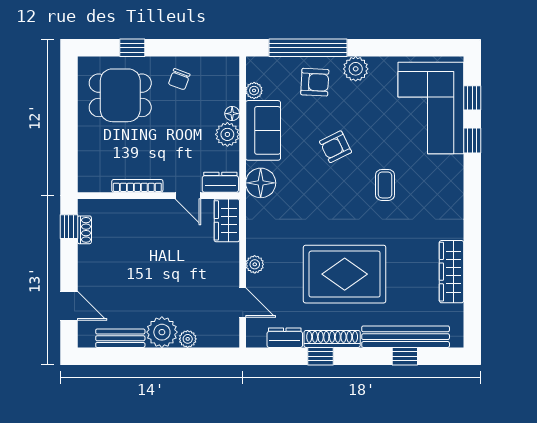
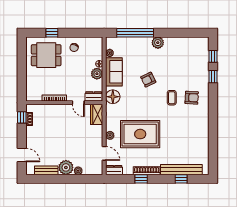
armchair: (315, 82) -> (192, 98), moved
corner sofa: (431, 108) -> (193, 61), removed
wardrobe: (451, 272) -> (203, 139), removed
rug: (345, 274) -> (140, 134), moved
dresser: (285, 338) -> (114, 170), moved

